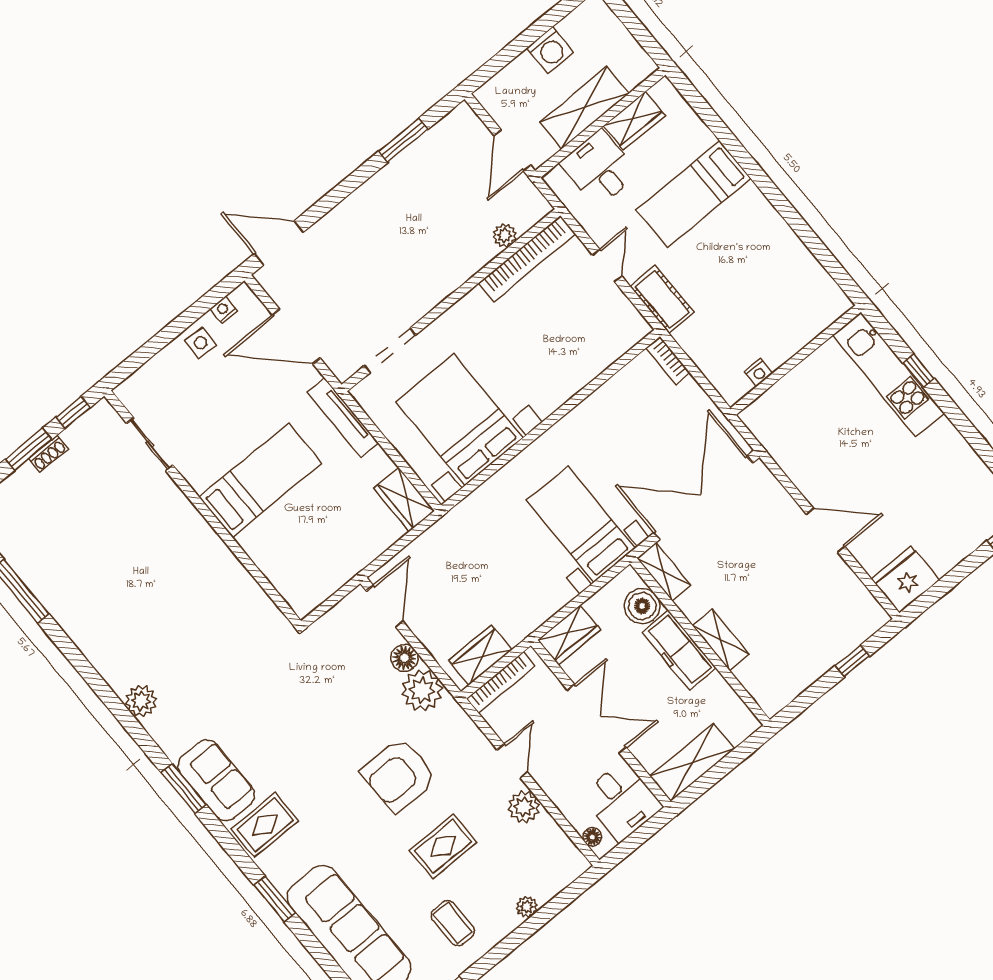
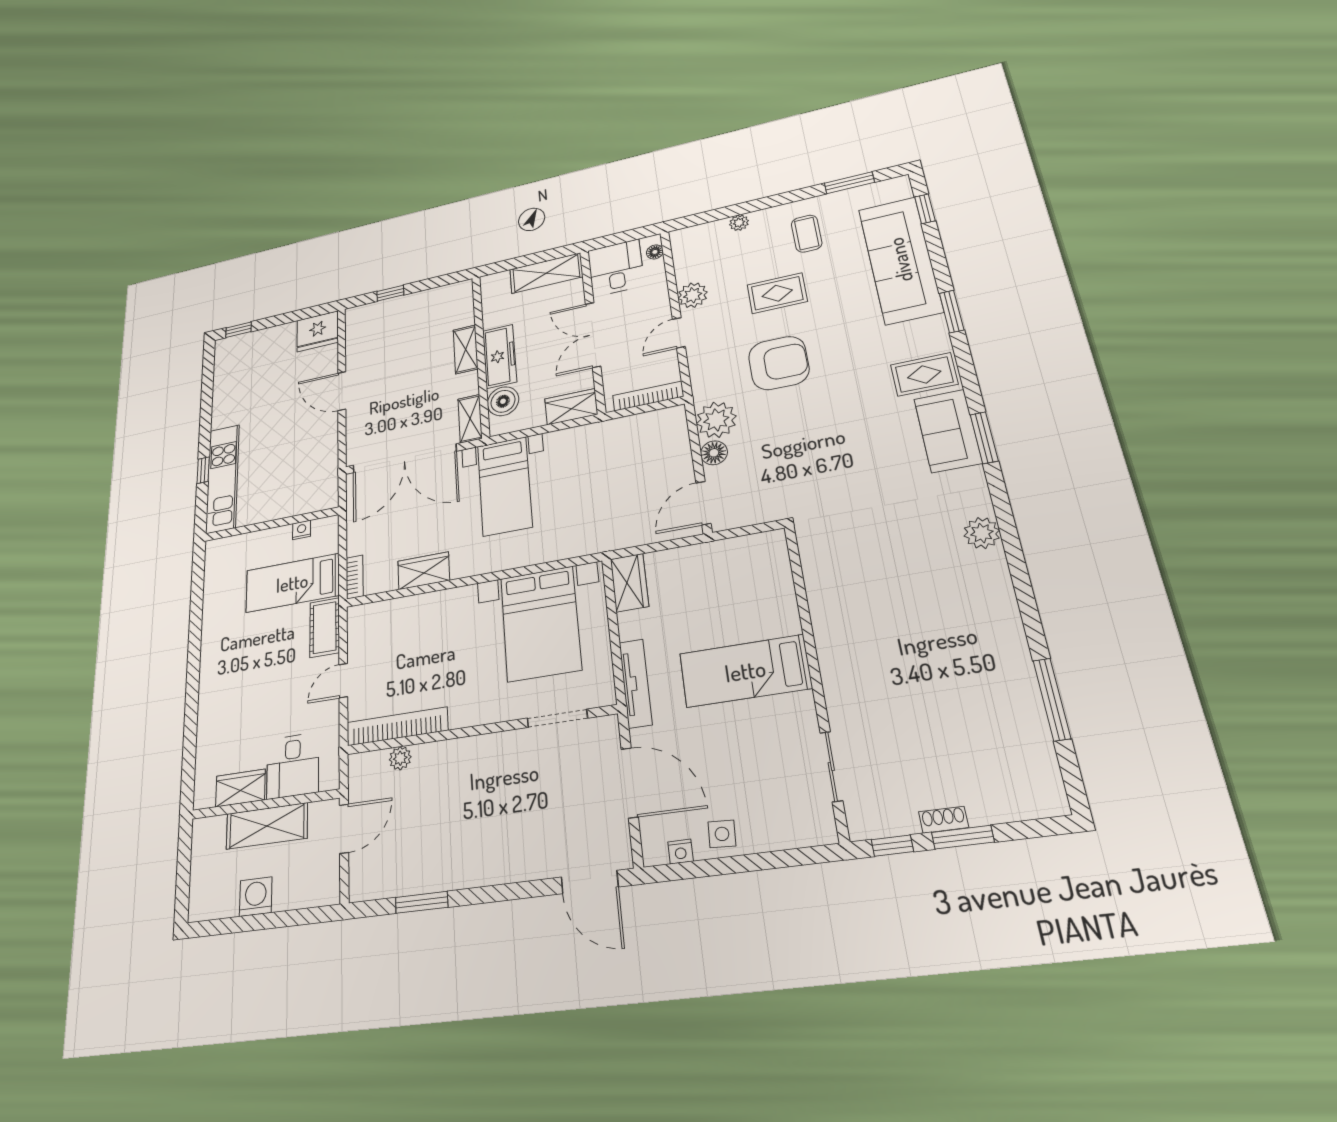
bed: (694, 194) -> (292, 583), moved, turned 180
wardrobe: (480, 655) -> (424, 571), moved, turned 180

